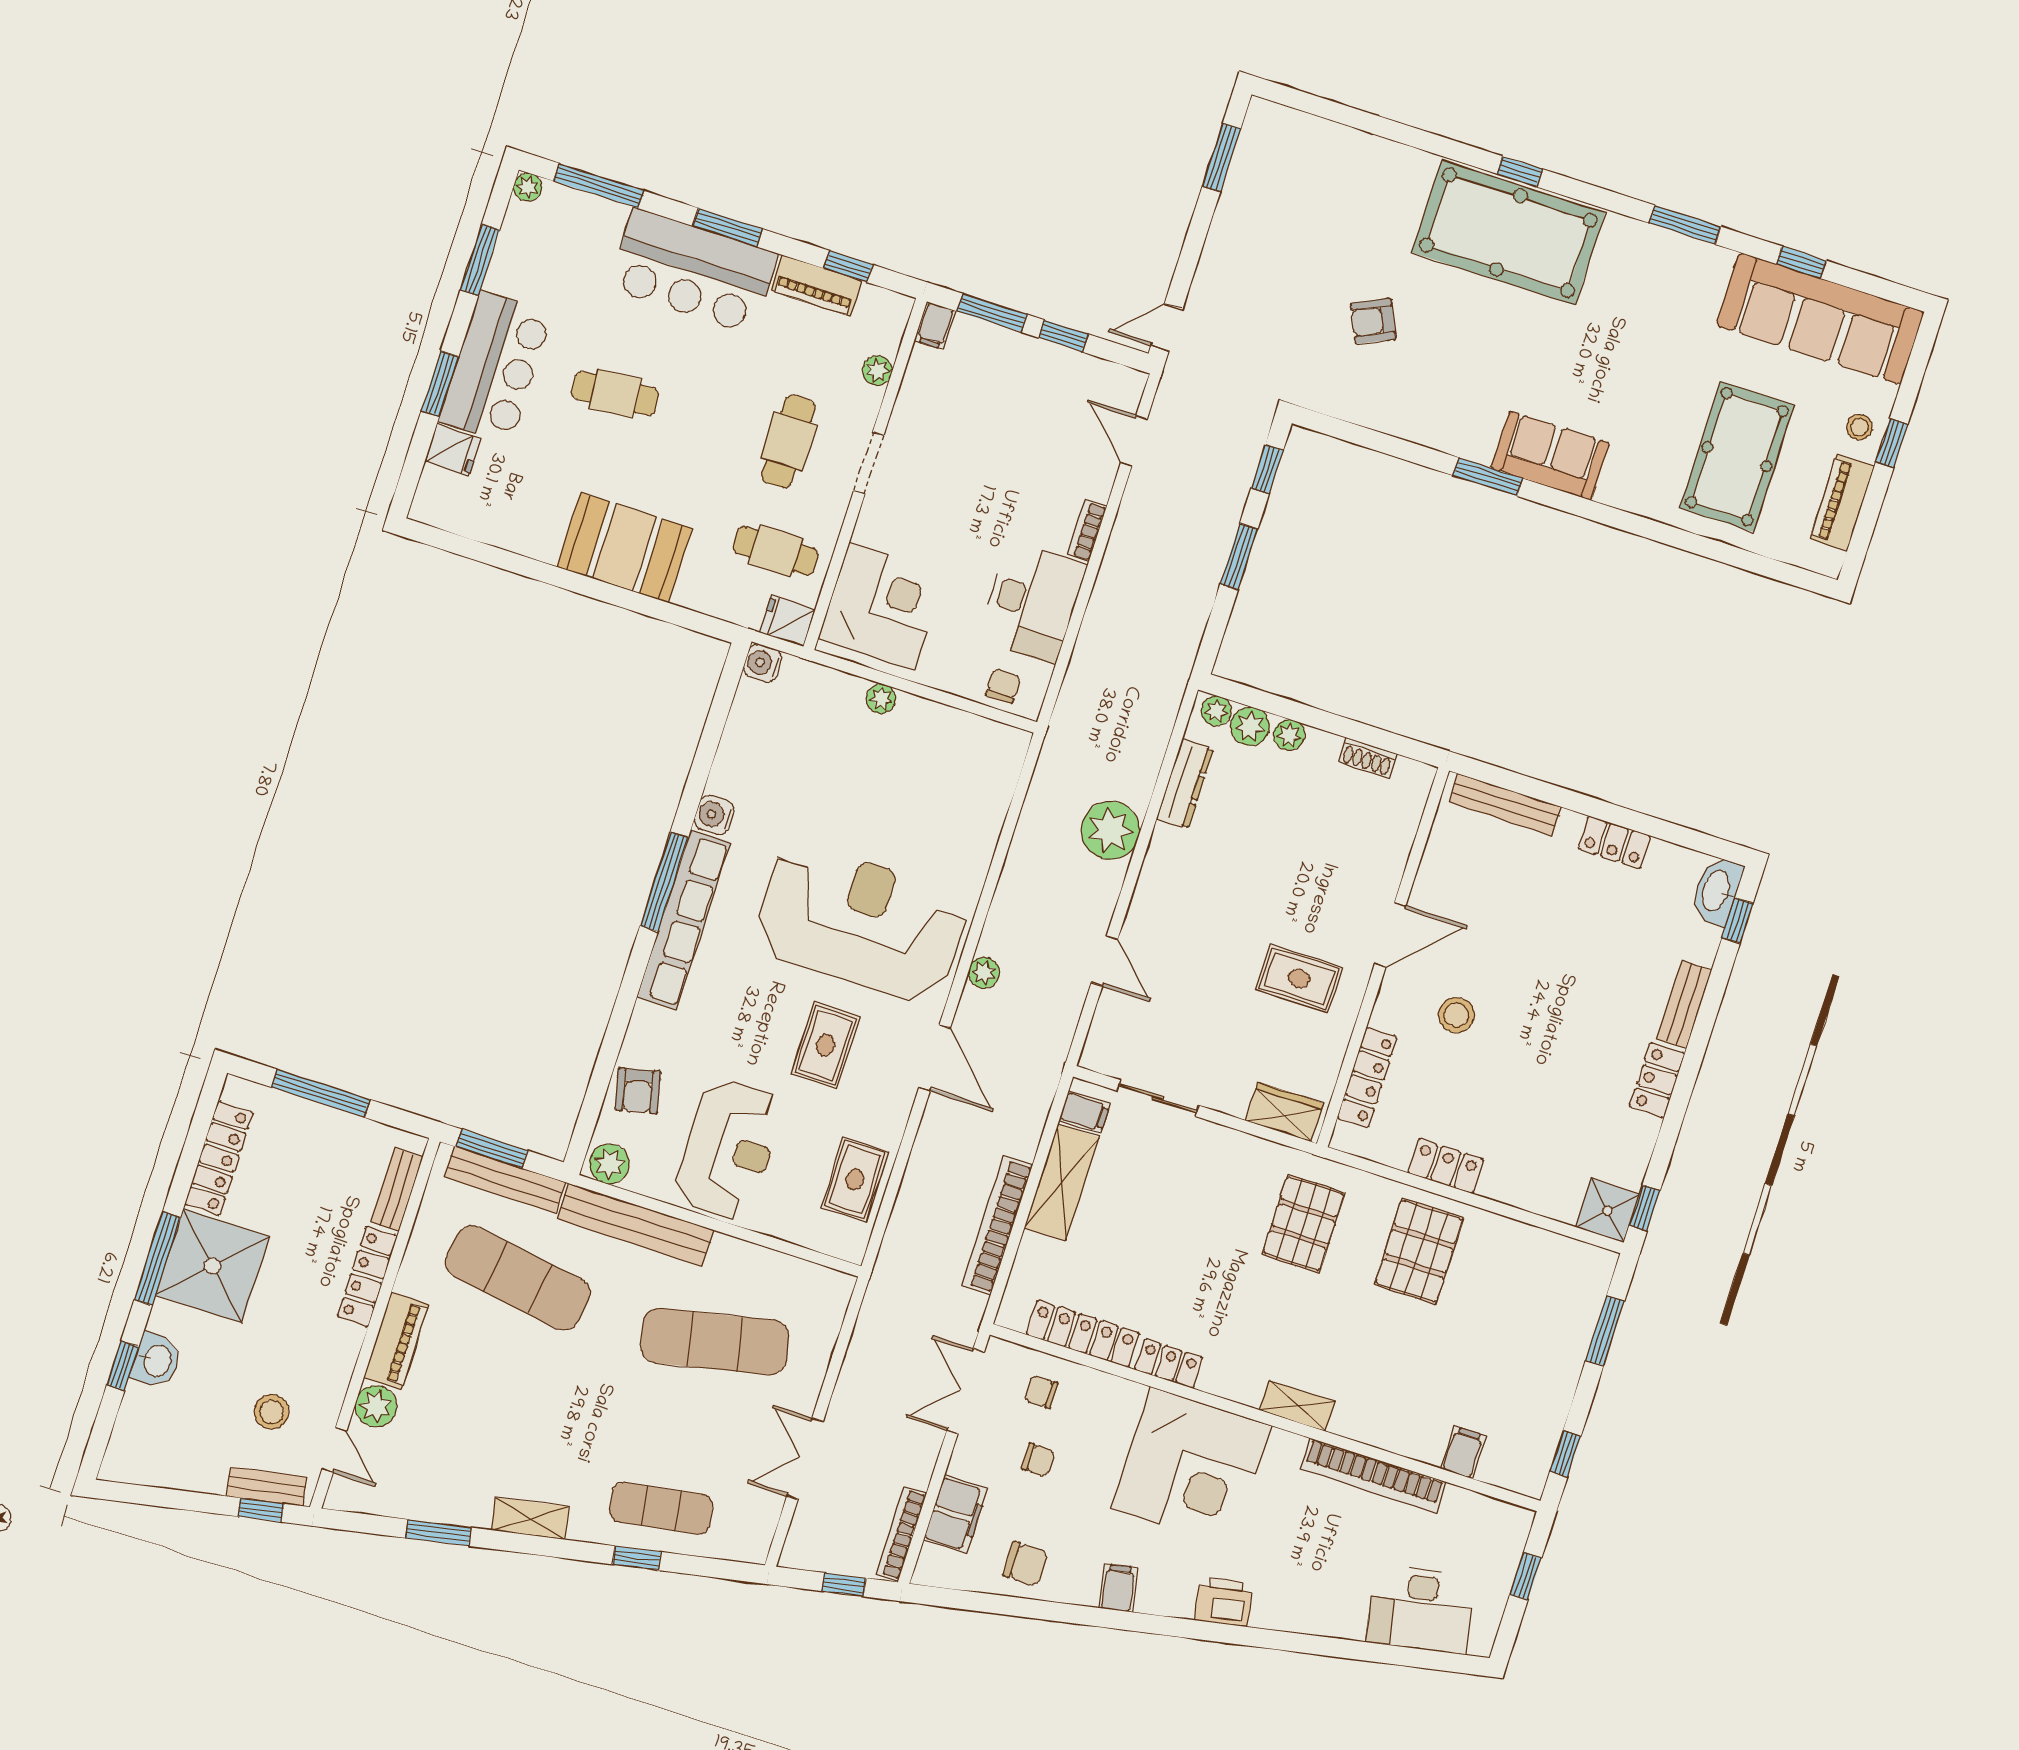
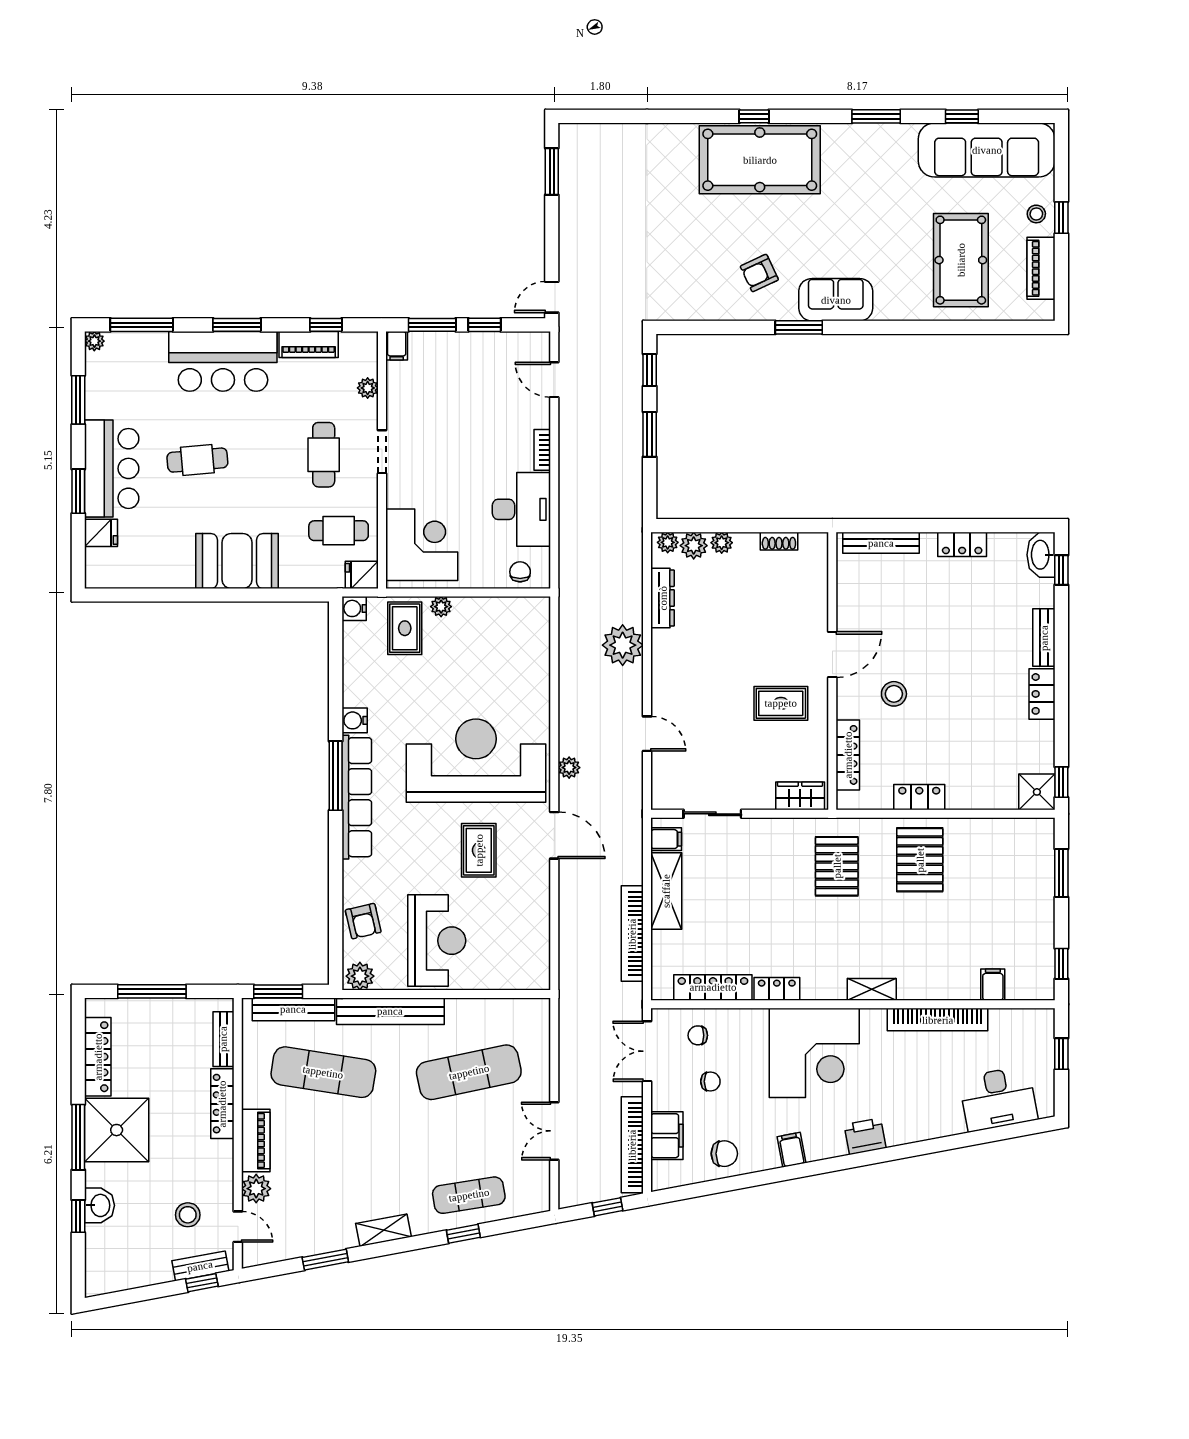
armchair: (1373, 321) -> (759, 273), moved
rug: (855, 1179) -> (405, 628), moved
bookcase: (901, 1534) -> (632, 1145), width x1.48, depth x1.31

